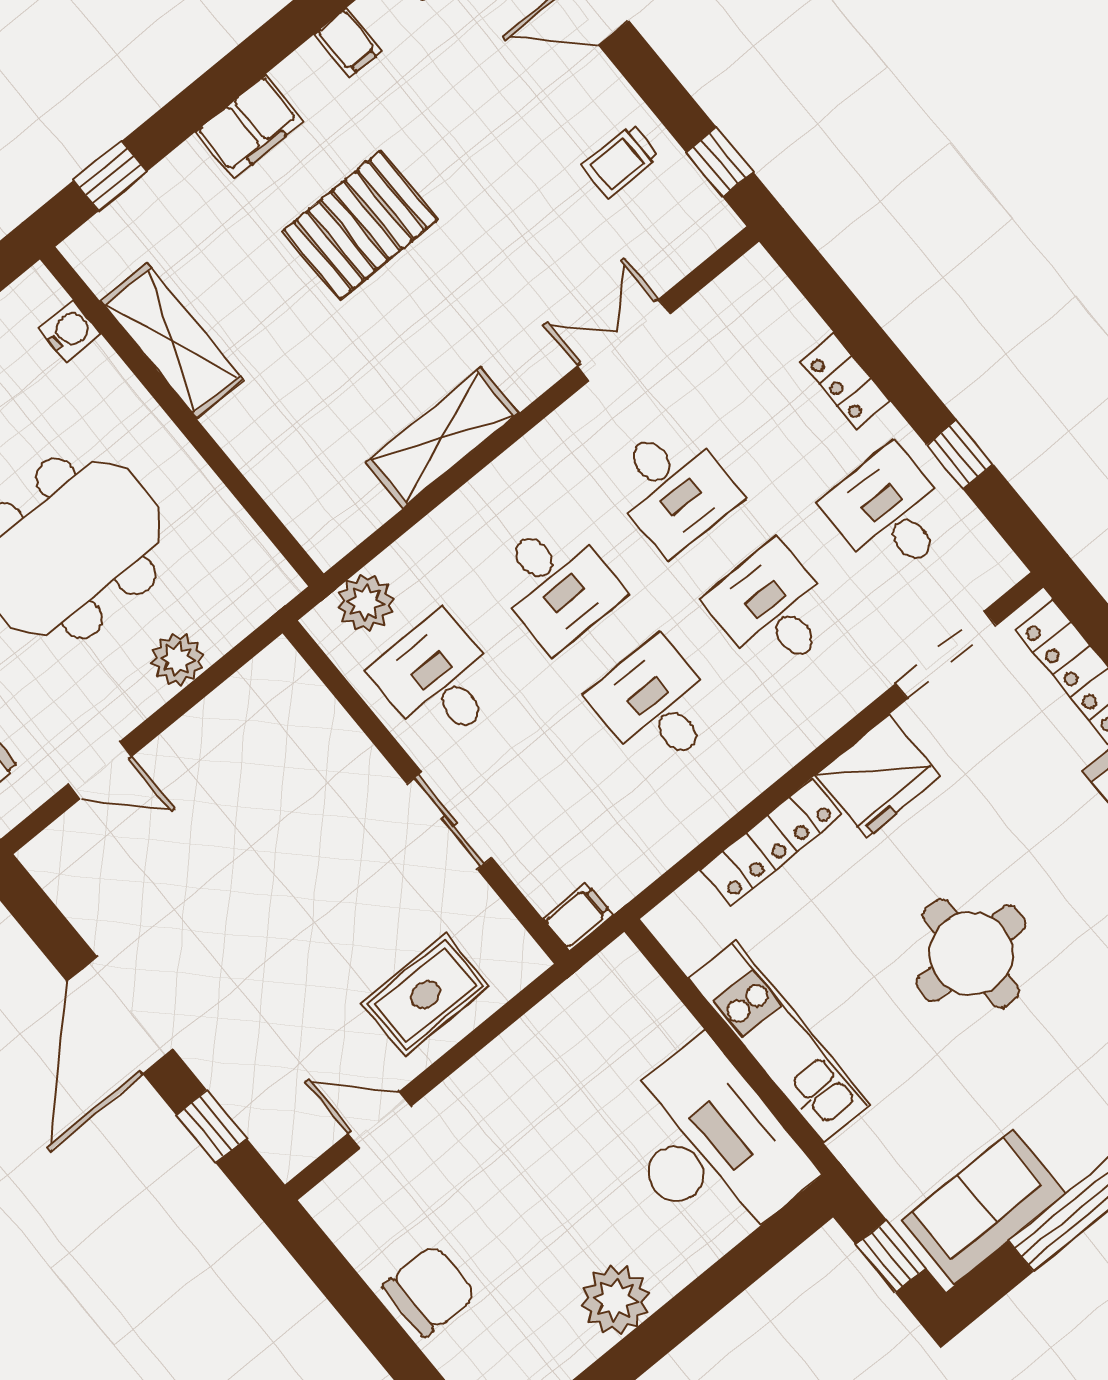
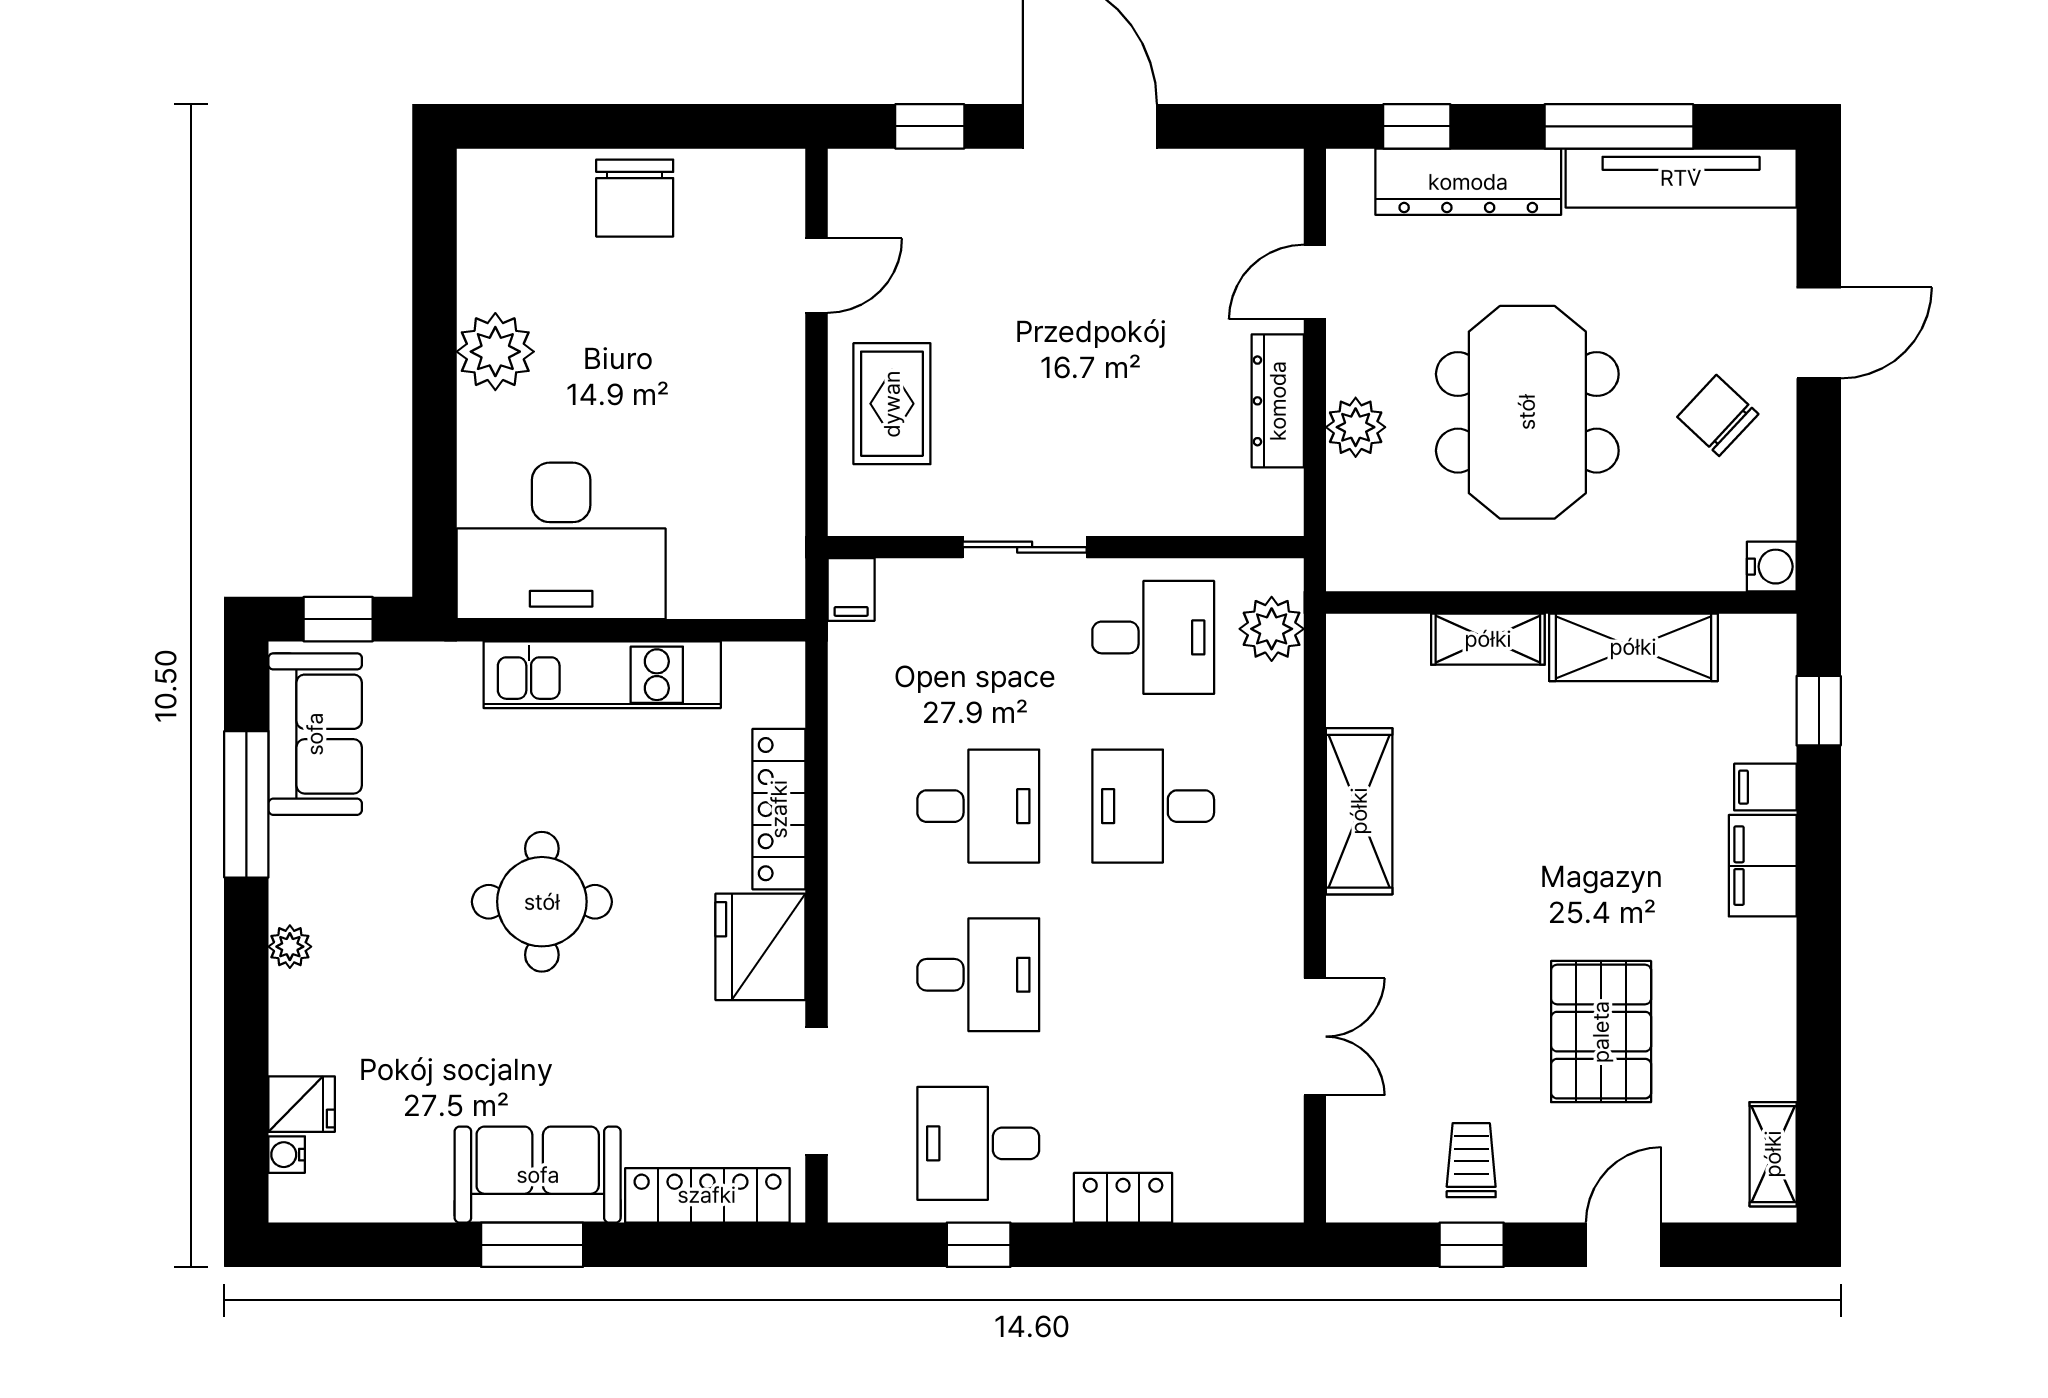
filing cabinet: (348, 42) -> (1765, 787), moved
window: (720, 162) -> (1472, 1245), moved
pallet: (360, 225) -> (1601, 1032), moved
water cooler: (70, 331) -> (1772, 567), moved, turned -90
shelving: (249, 447) -> (1488, 639), added
desk: (673, 488) -> (1153, 975), removed
desk: (890, 513) -> (978, 1143), turned 180
dresser: (203, 728) -> (1278, 401), added

